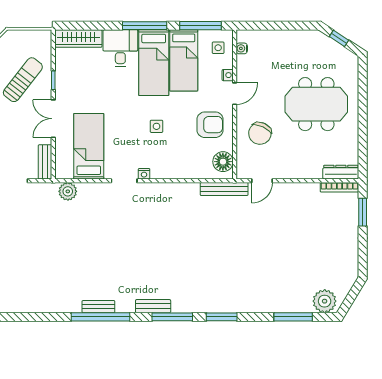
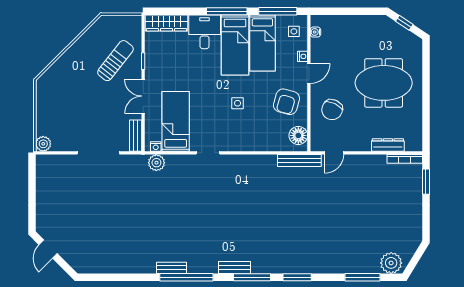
armchair: (210, 125) -> (286, 102), turned 106
dresser: (341, 172) -> (388, 145), moved
nightstand: (144, 174) -> (156, 147), moved
bench: (98, 307) -> (172, 268), moved

